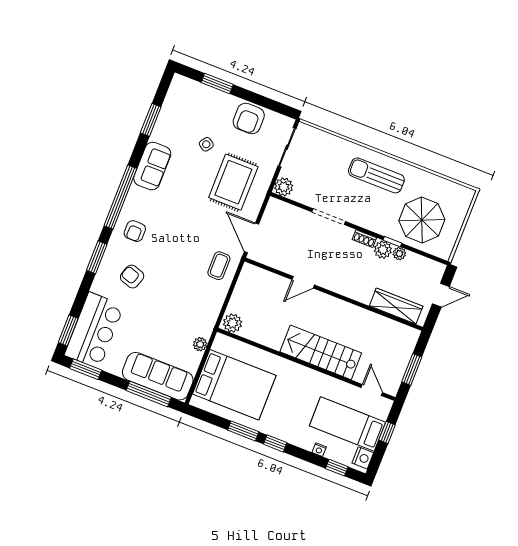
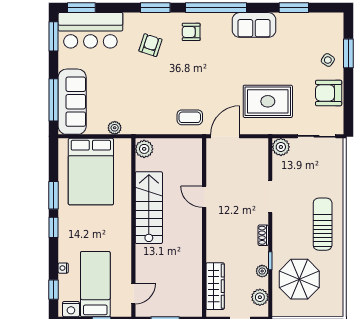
side table: (206, 144) -> (328, 60), moved
plant: (383, 250) -> (260, 297), moved
stairs: (321, 352) -> (149, 208), moved

